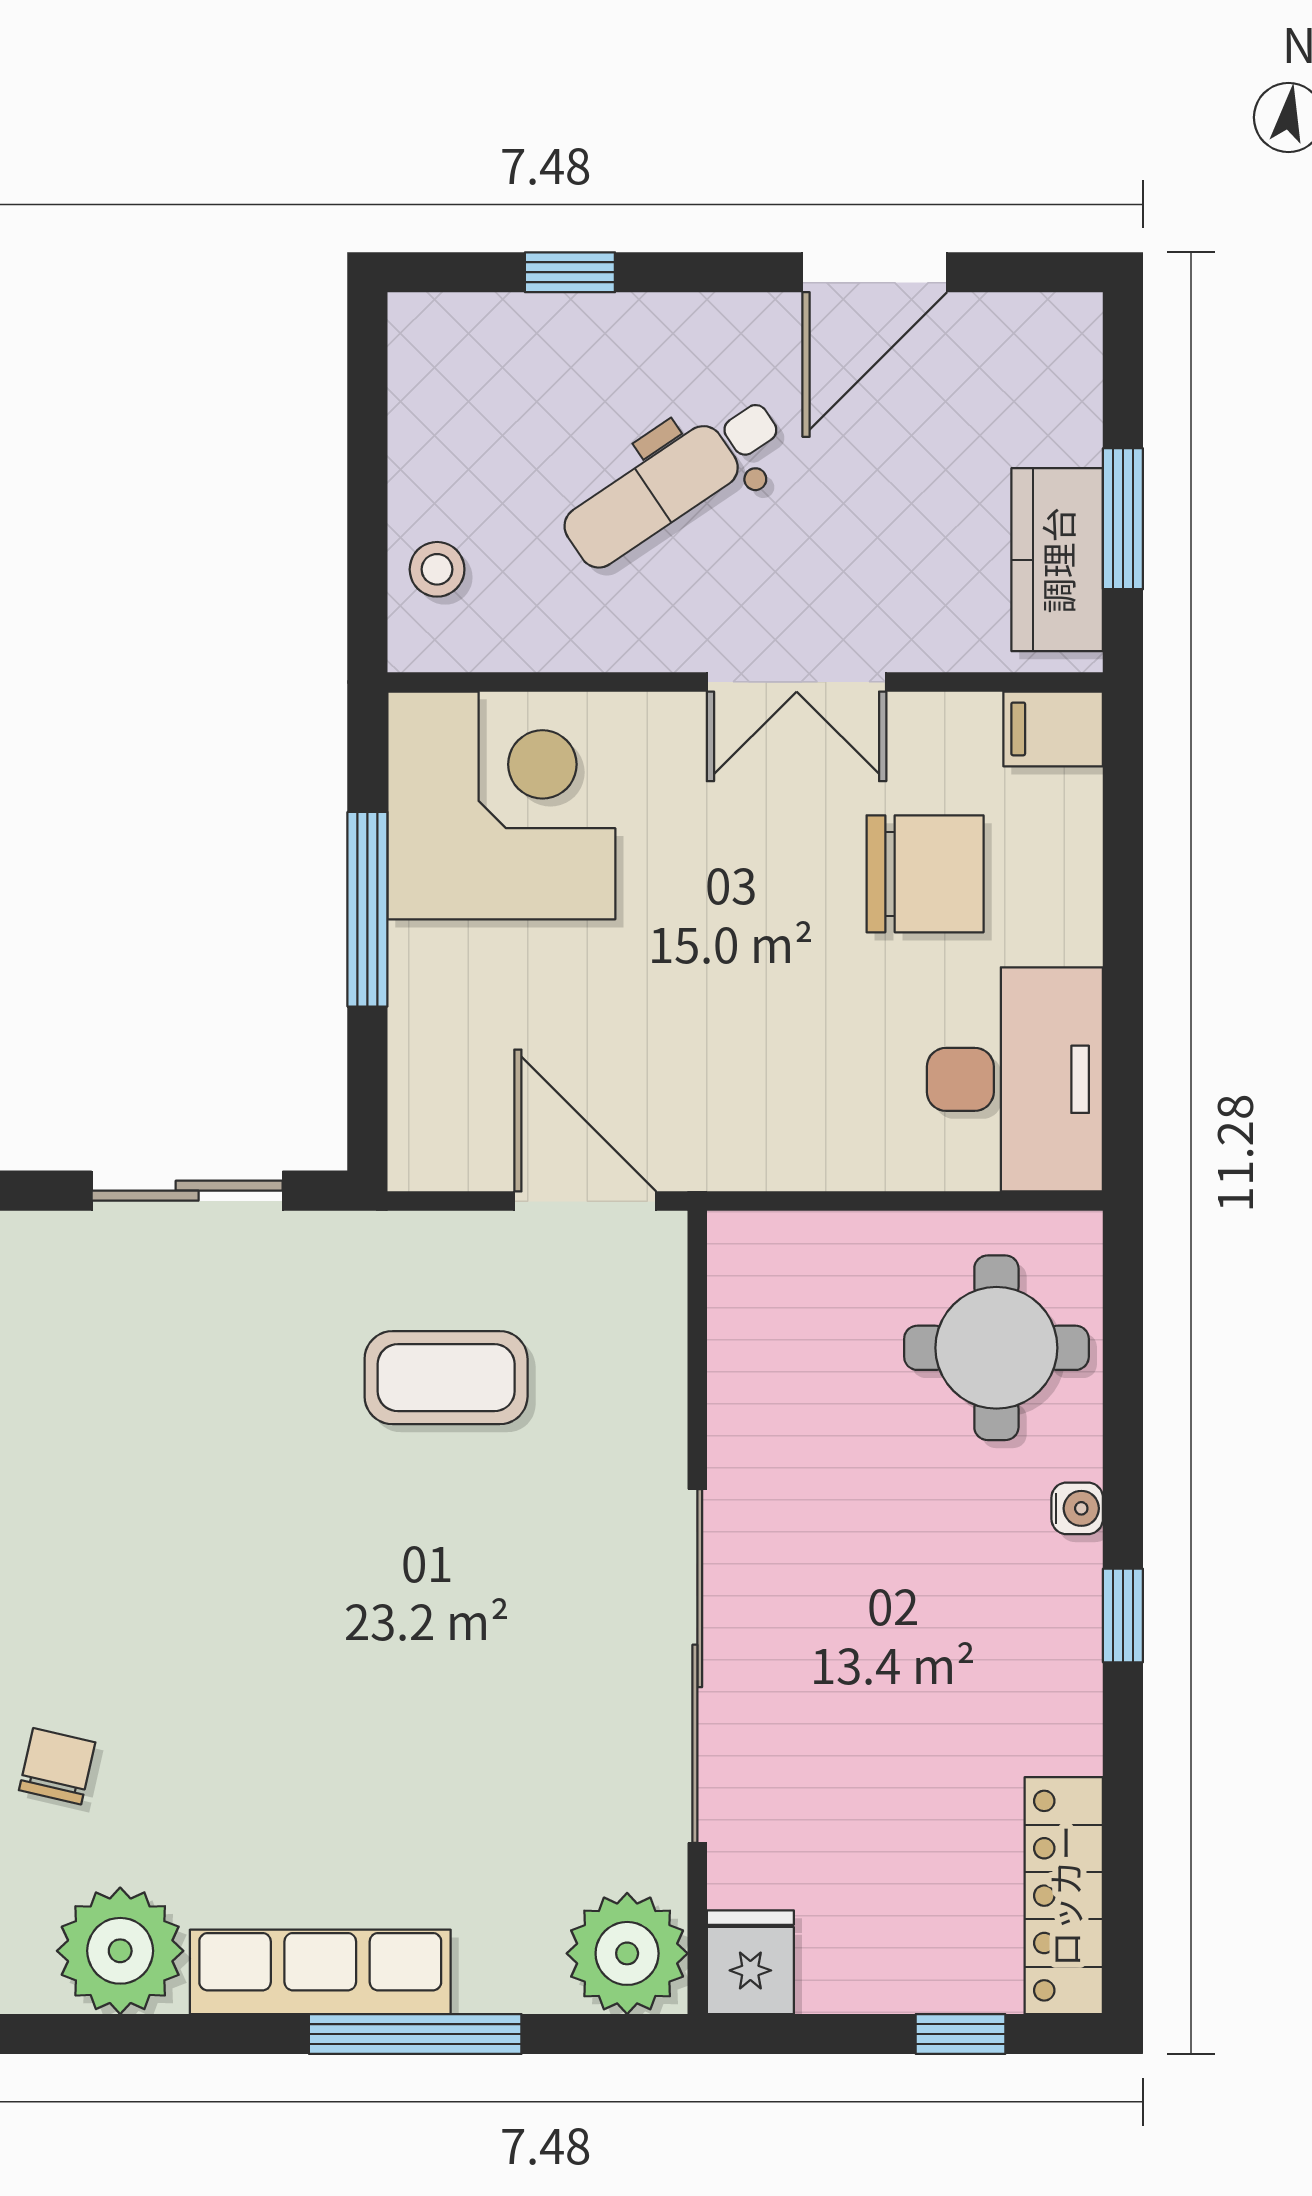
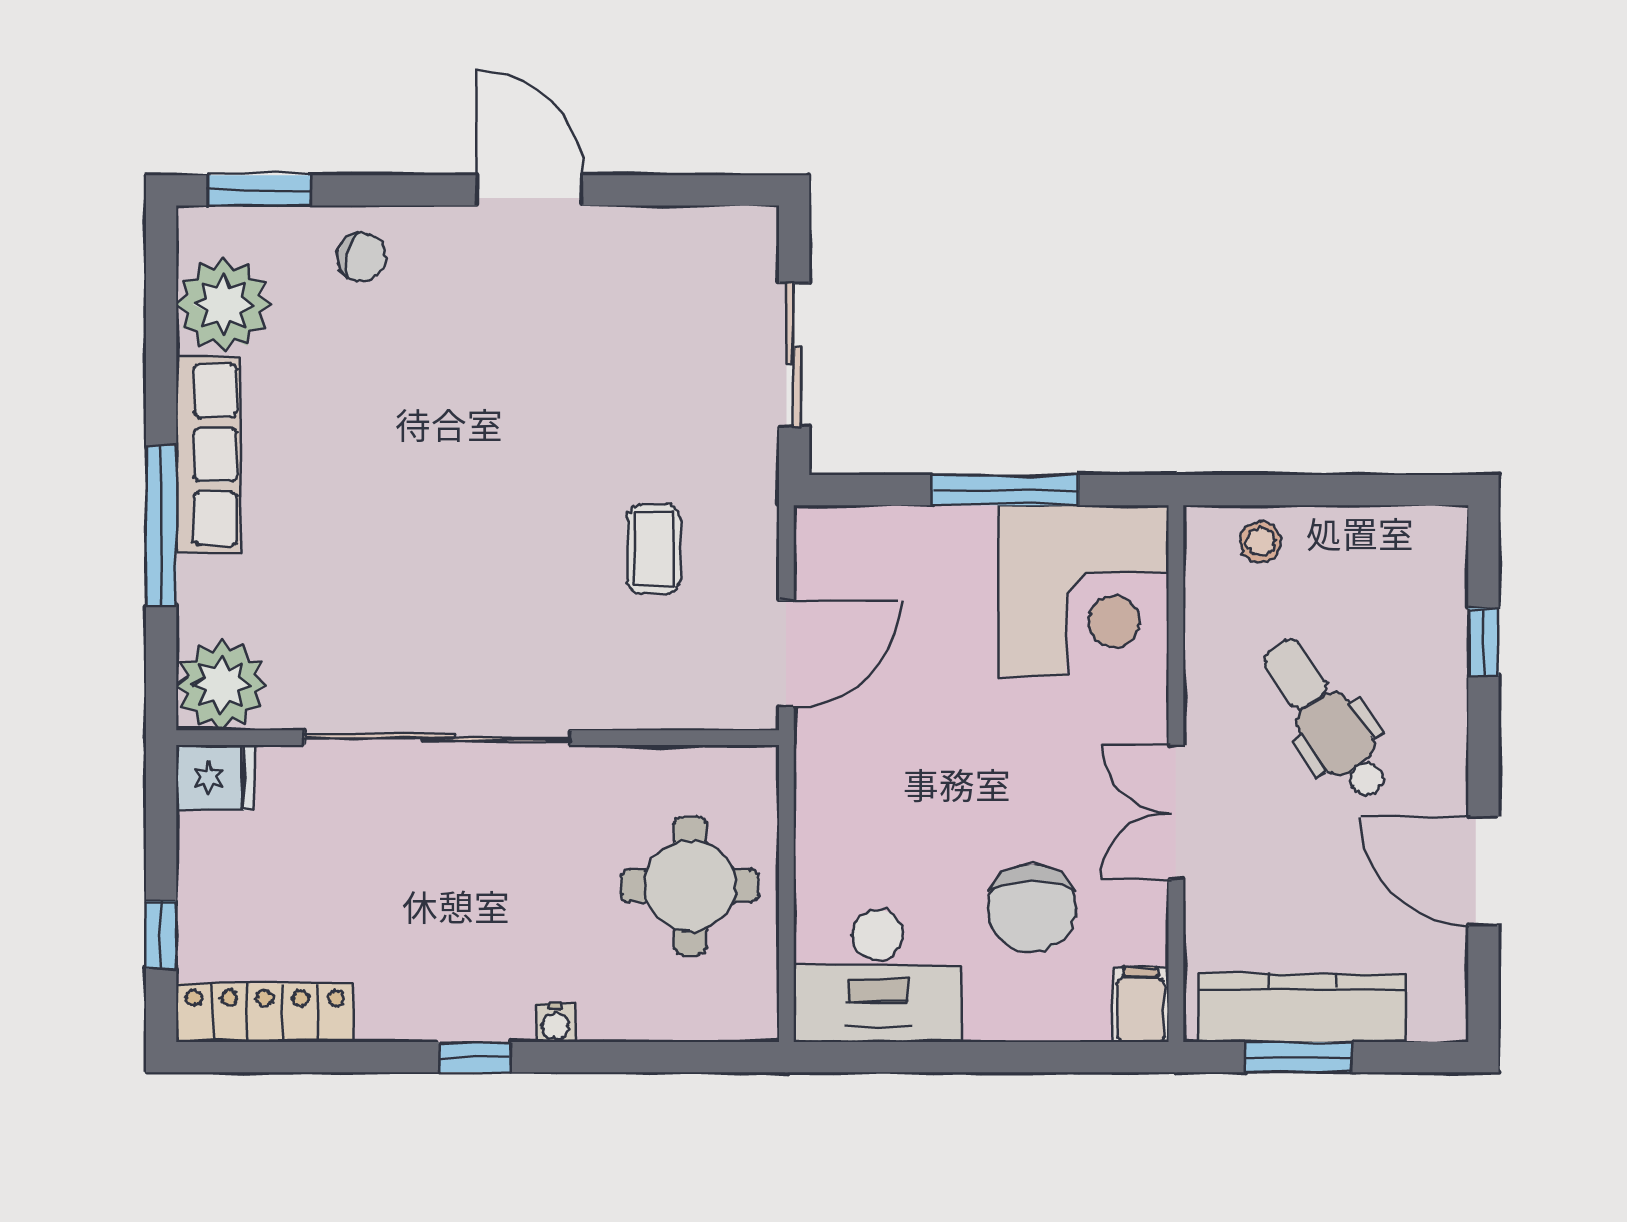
kitchen counter: (1057, 560) -> (1302, 1008), width x1.50
round table: (996, 1348) -> (690, 886), moved
coffee table: (446, 1378) -> (654, 549), width x0.73, depth x0.77

